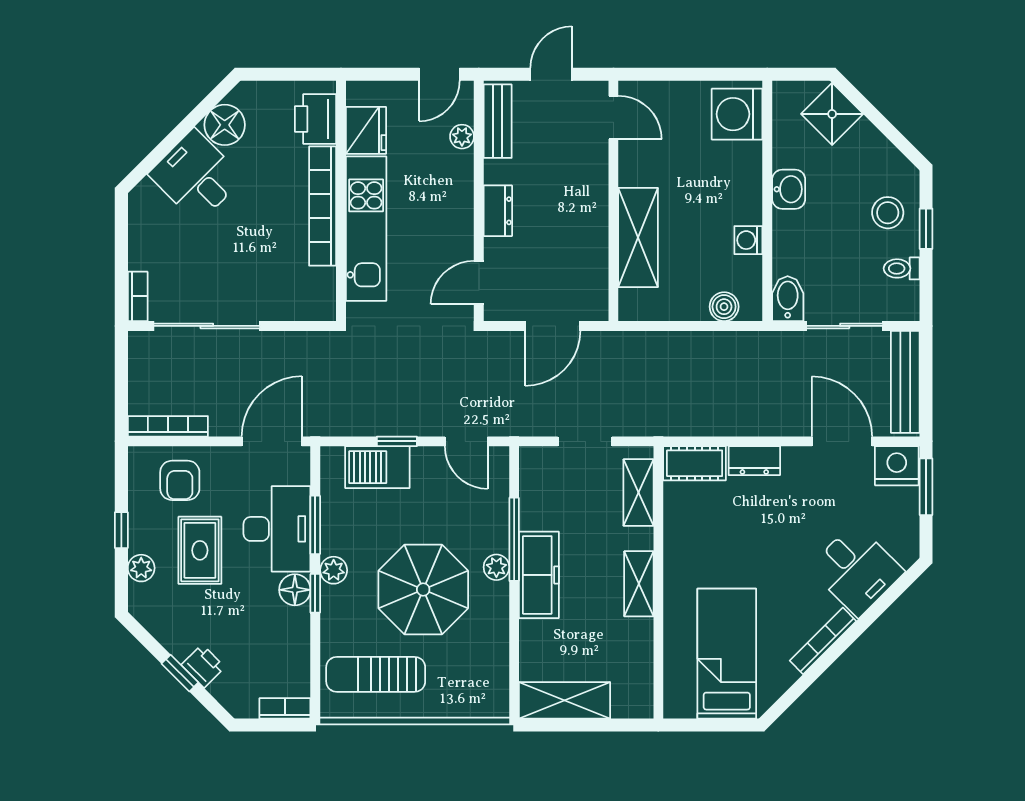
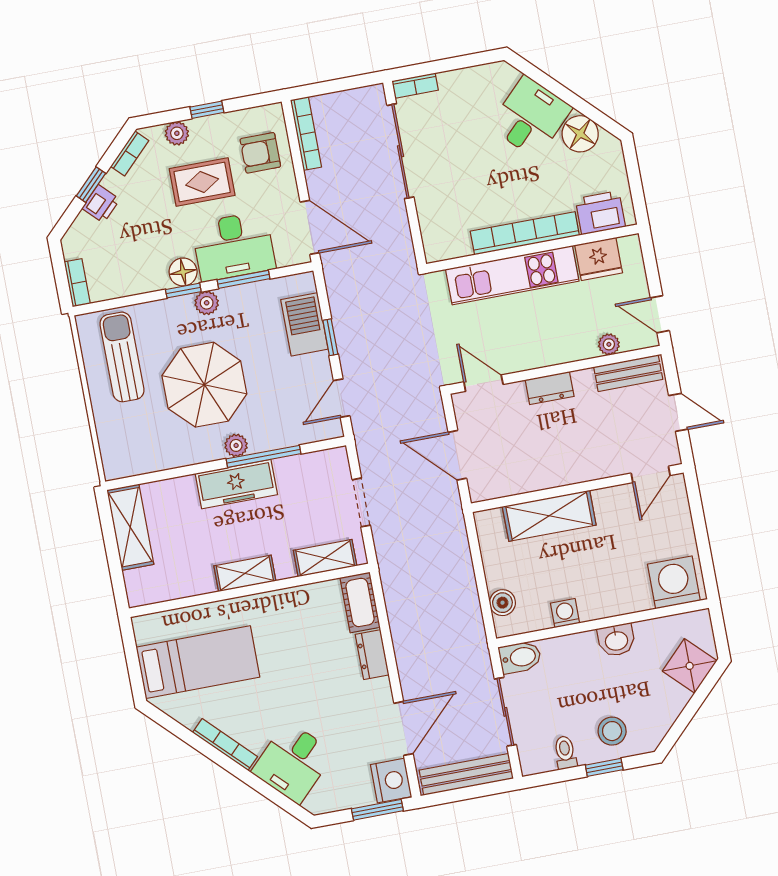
bookcase: (154, 624) -> (130, 153), added

